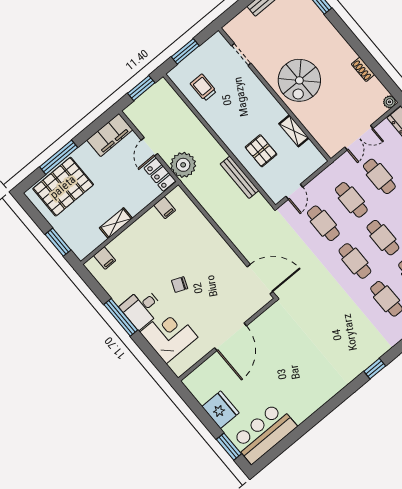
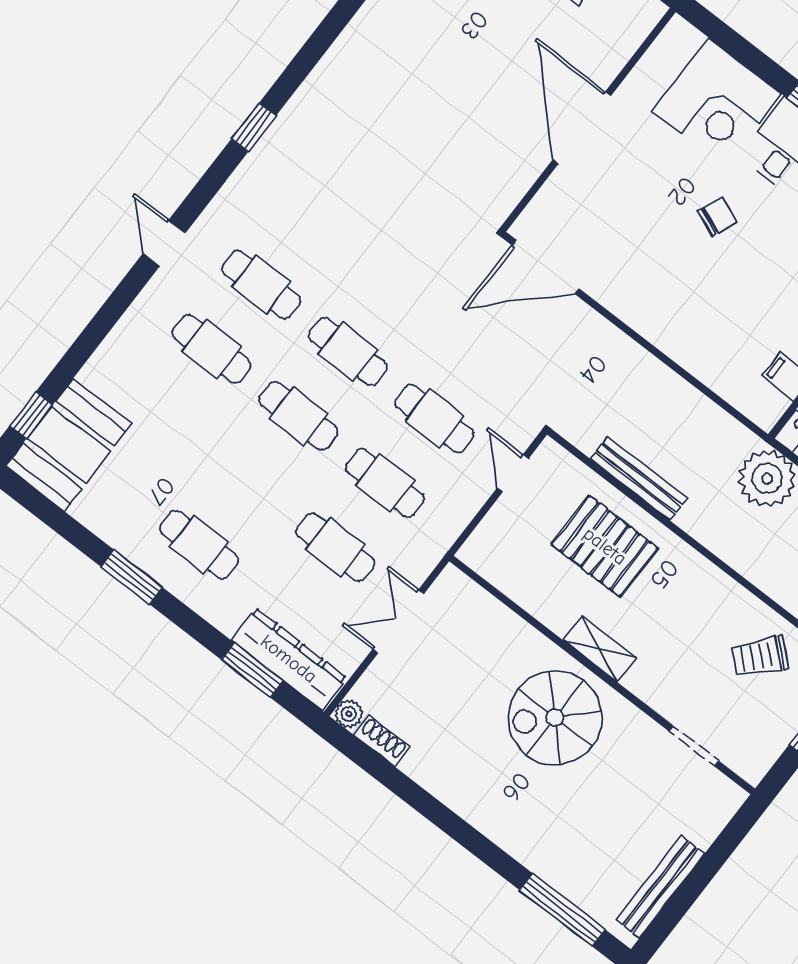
shoe rack: (363, 69) -> (382, 741), moved
spiral stairs: (299, 80) -> (555, 718), turned -90
trolley: (203, 87) -> (760, 656), turned 132
shelving: (294, 131) -> (599, 649), moved
pallet: (261, 151) -> (605, 546), width x1.50, depth x1.42

